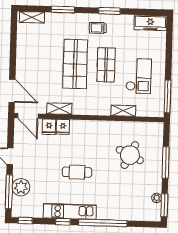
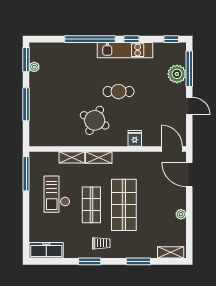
plant: (21, 53) -> (181, 214), added
shelving: (59, 109) -> (99, 157), moved
fridge: (49, 127) -> (149, 138), removed
round table: (130, 155) -> (95, 120), moved

